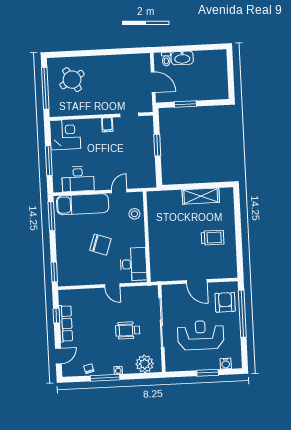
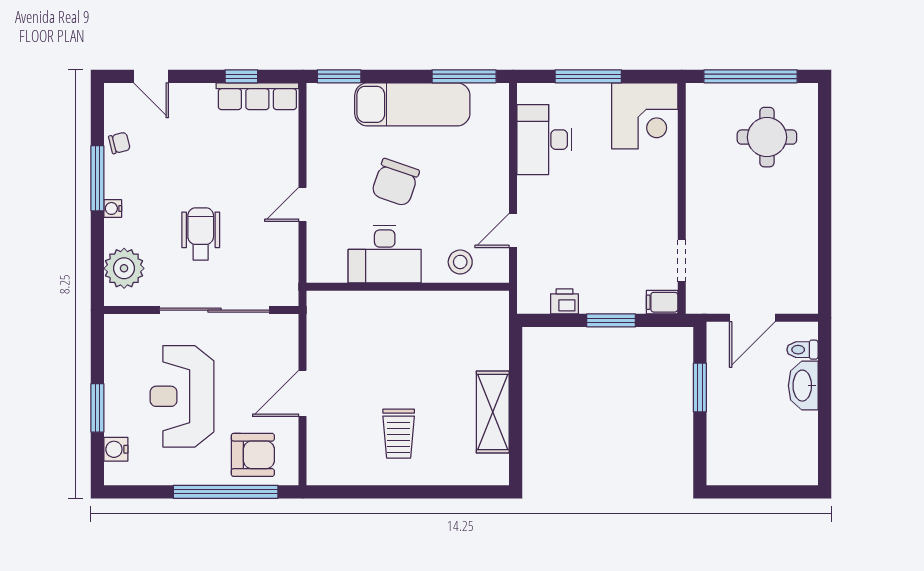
round table: (72, 80) -> (767, 137), turned 31
filing cabinet: (107, 125) -> (662, 302), moved
printer: (150, 166) -> (564, 301), added
door: (119, 191) -> (513, 230), swing flipped
exam couch: (83, 204) -> (412, 104), moved, turned -90
desk: (133, 264) -> (385, 254), moved
row of seats: (66, 324) -> (257, 96), moved
reception desk: (201, 335) -> (182, 396), turned 180

